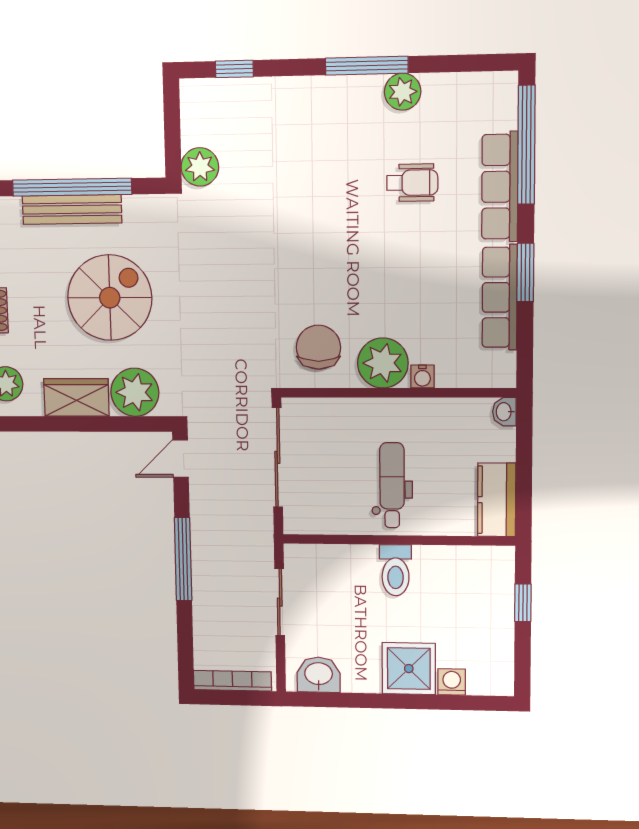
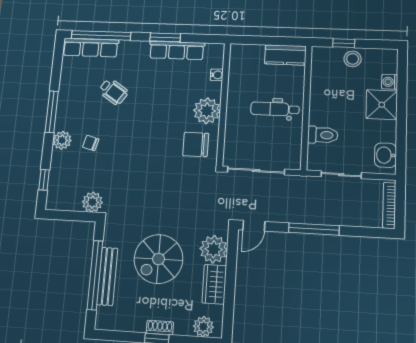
plant: (403, 92) -> (62, 140), moved
chair: (310, 150) -> (91, 143), added
wheelchair: (412, 183) -> (113, 92), turned 124
row of seats: (500, 187) -> (91, 48), moved
spiral stairs: (110, 298) -> (158, 259), turned -90
water cooler: (422, 376) -> (217, 75), moved
washbasin: (504, 412) -> (237, 50), removed
door: (181, 459) -> (254, 226), hinge flipped
toilet: (396, 570) -> (323, 135), moved
stool: (493, 618) -> (353, 59), added

